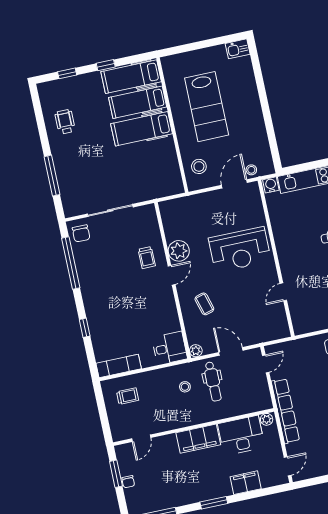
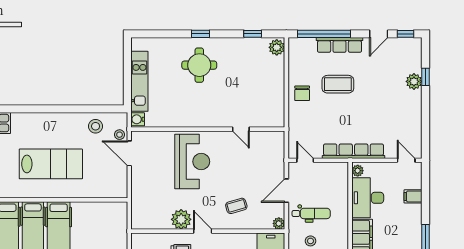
stool: (199, 166) -> (96, 126), moved
filing cabinet: (246, 483) -> (413, 196), width x0.50

